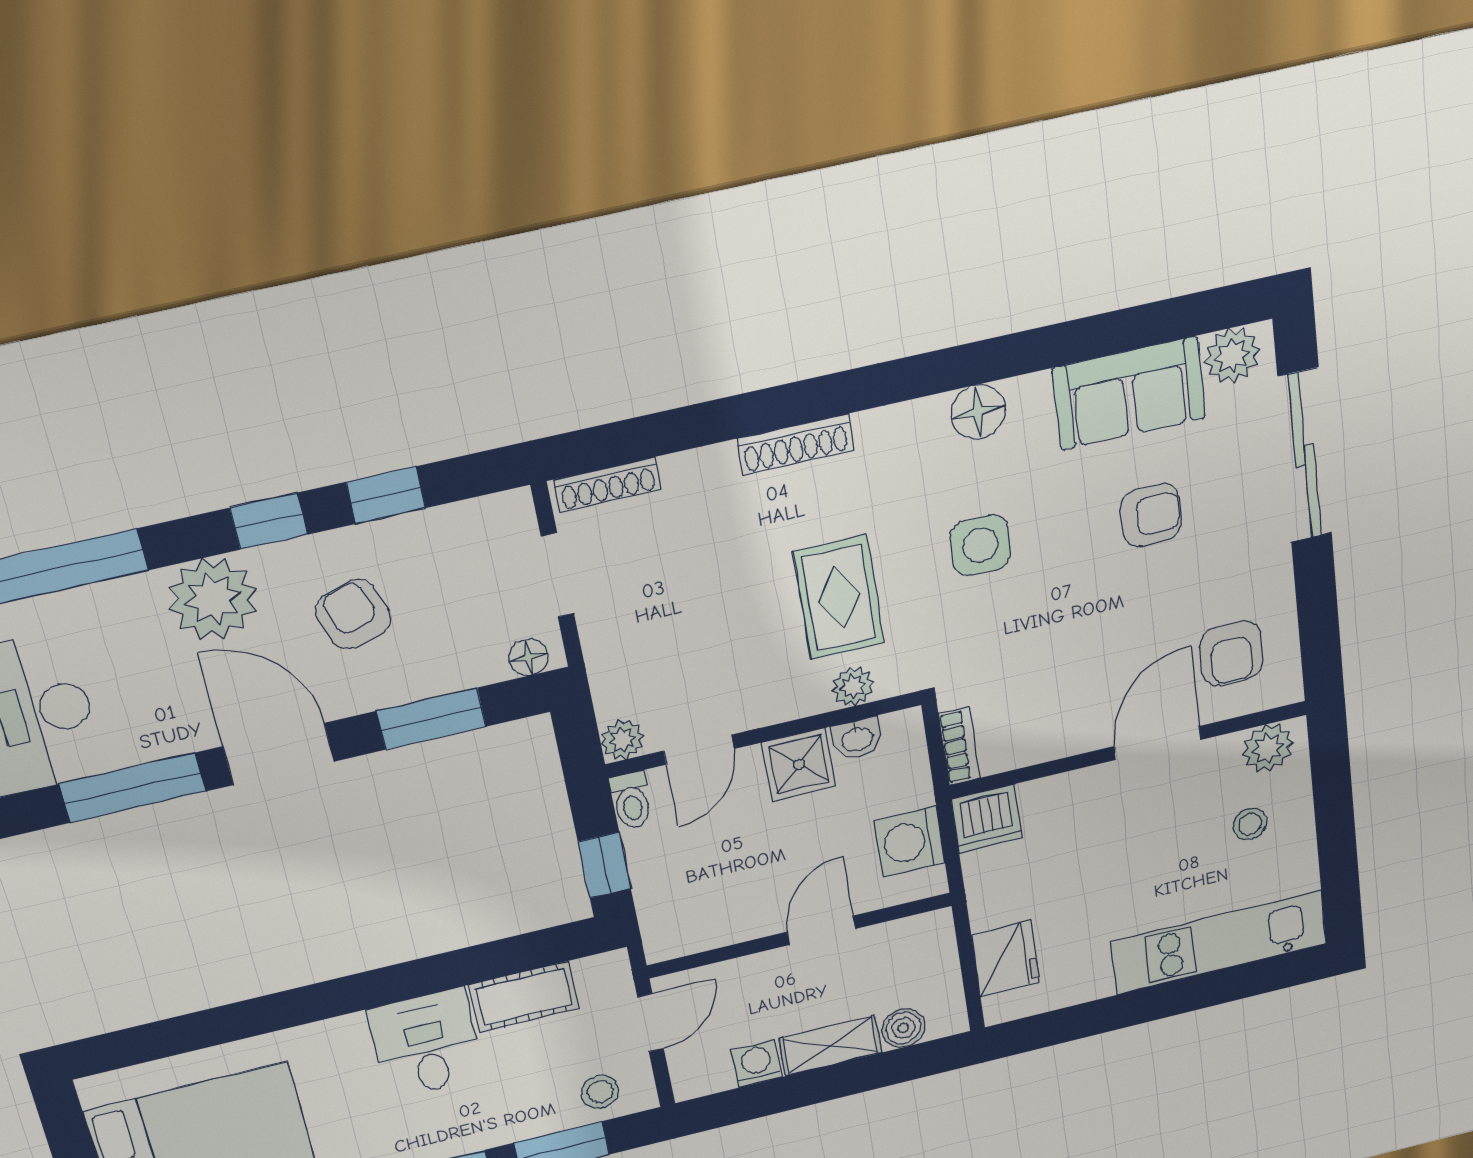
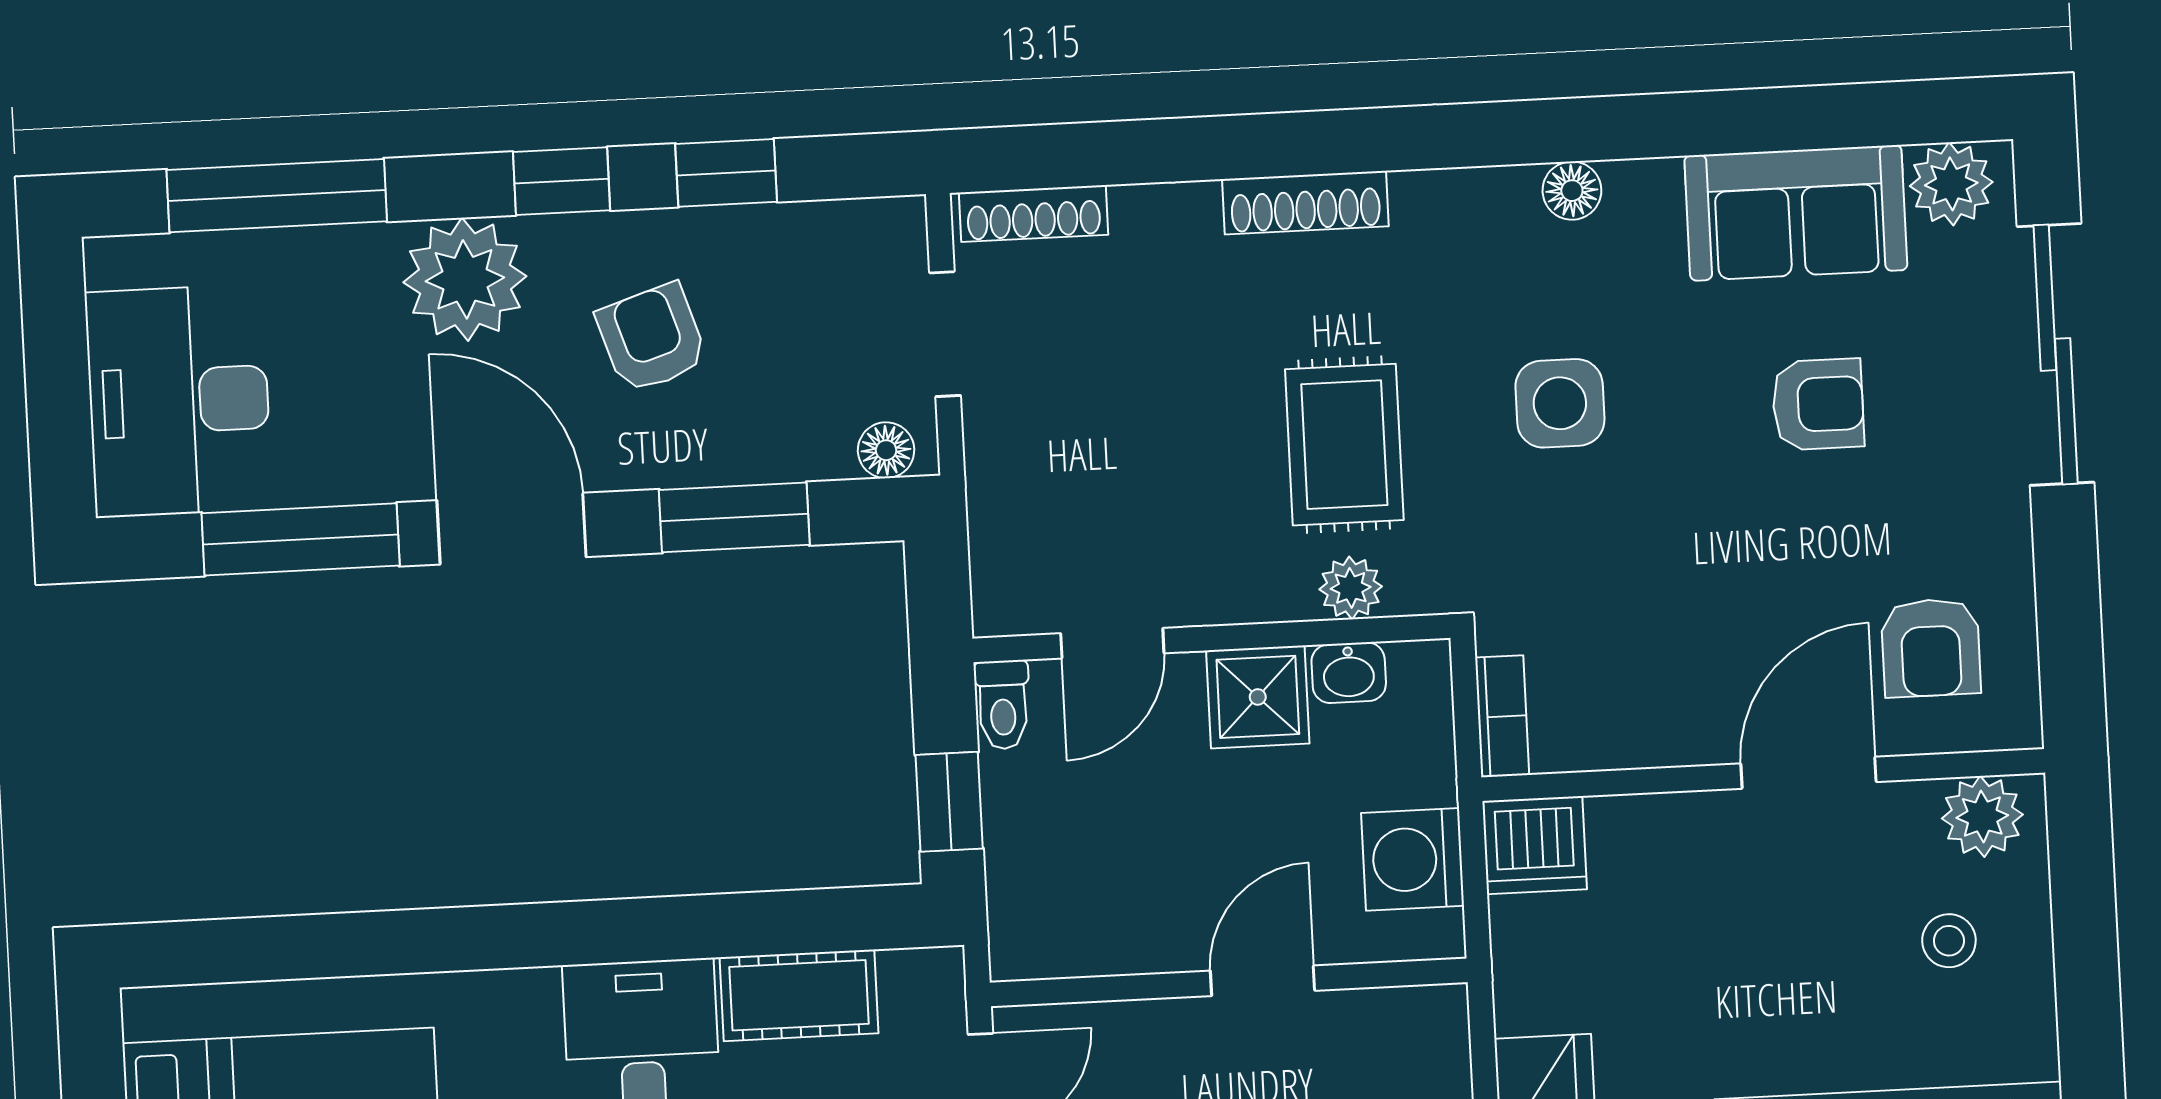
floor lamp: (978, 412) -> (1572, 191), width x0.73, depth x0.73
plant: (622, 740) -> (1003, 605), removed

